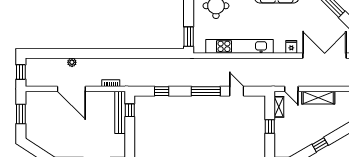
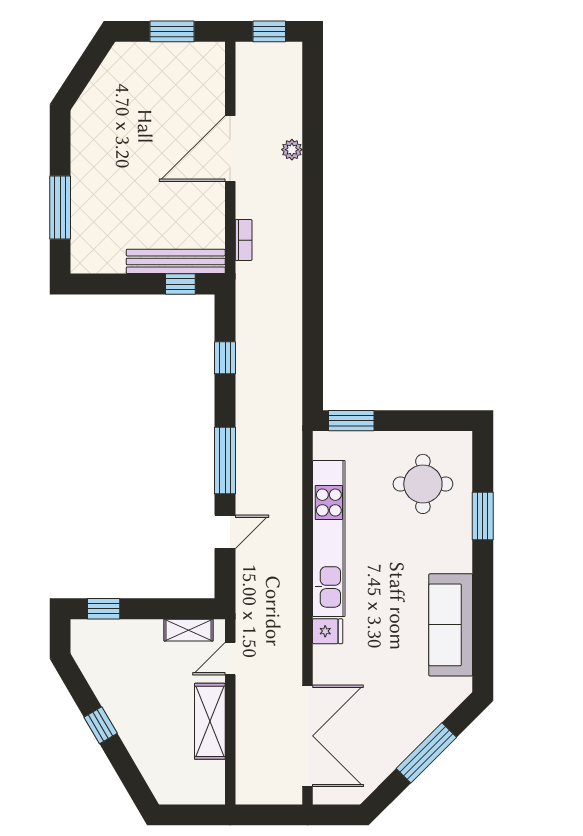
fridge: (291, 47) -> (328, 631), moved
window: (270, 126) -> (104, 609), moved

